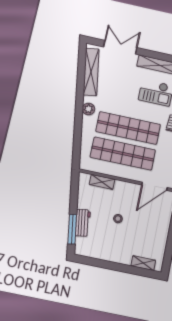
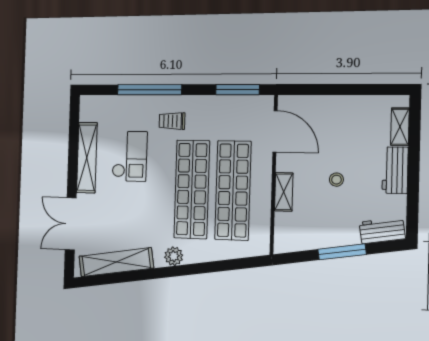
shelving: (102, 182) -> (284, 192), moved
workbench: (83, 223) -> (382, 230), moved
window: (72, 229) -> (342, 252), moved
workbench: (117, 255) -> (395, 170), added

